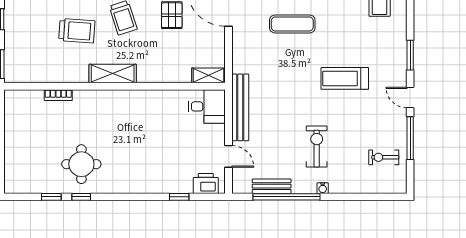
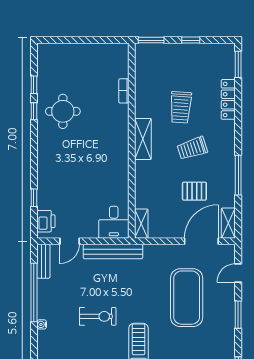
exercise mat: (292, 24) -> (187, 298), width x2.00, depth x1.45
exercise bike: (317, 146) -> (98, 316), moved
bench: (272, 186) -> (43, 261), moved

